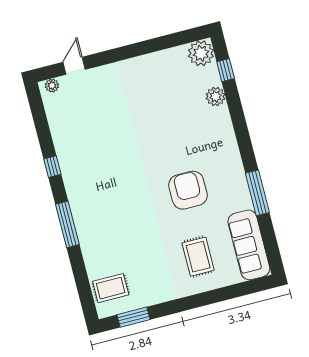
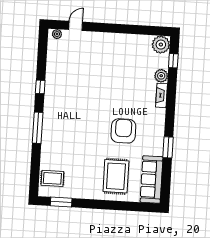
fireplace: (225, 124) -> (161, 95), added
window: (257, 193) -> (168, 147), width x0.69
rug: (198, 257) -> (116, 176), width x1.36, depth x1.43

